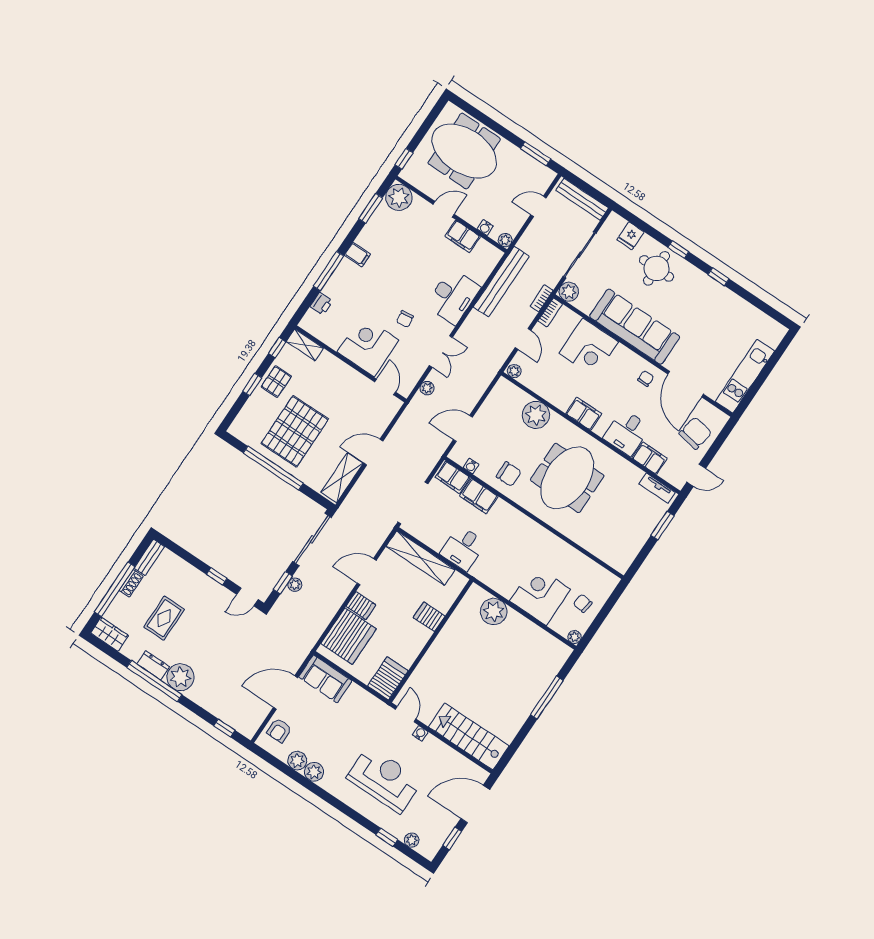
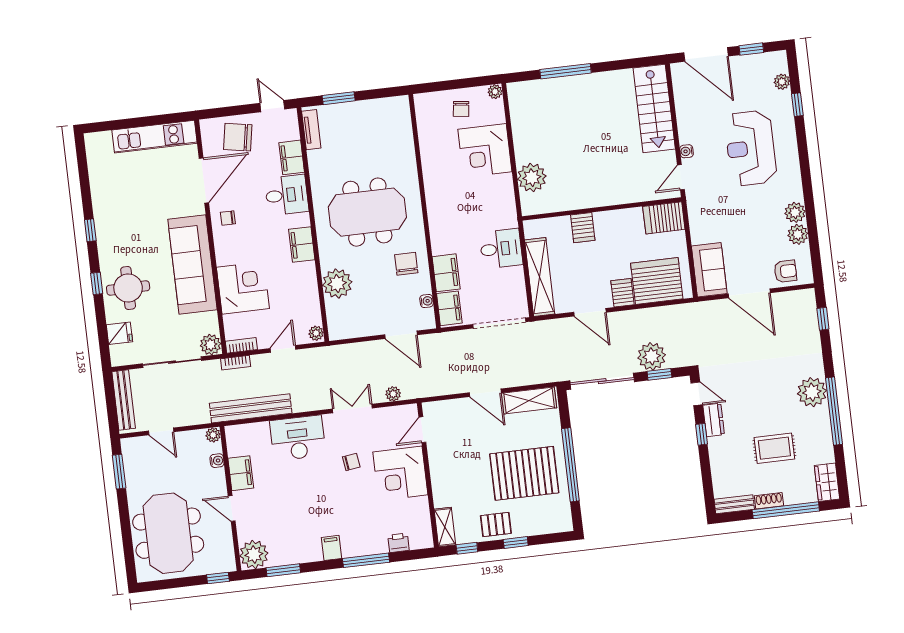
plant: (295, 585) -> (652, 356), width x1.88, depth x1.88
dresser: (153, 665) -> (714, 420), moved, turned 180

